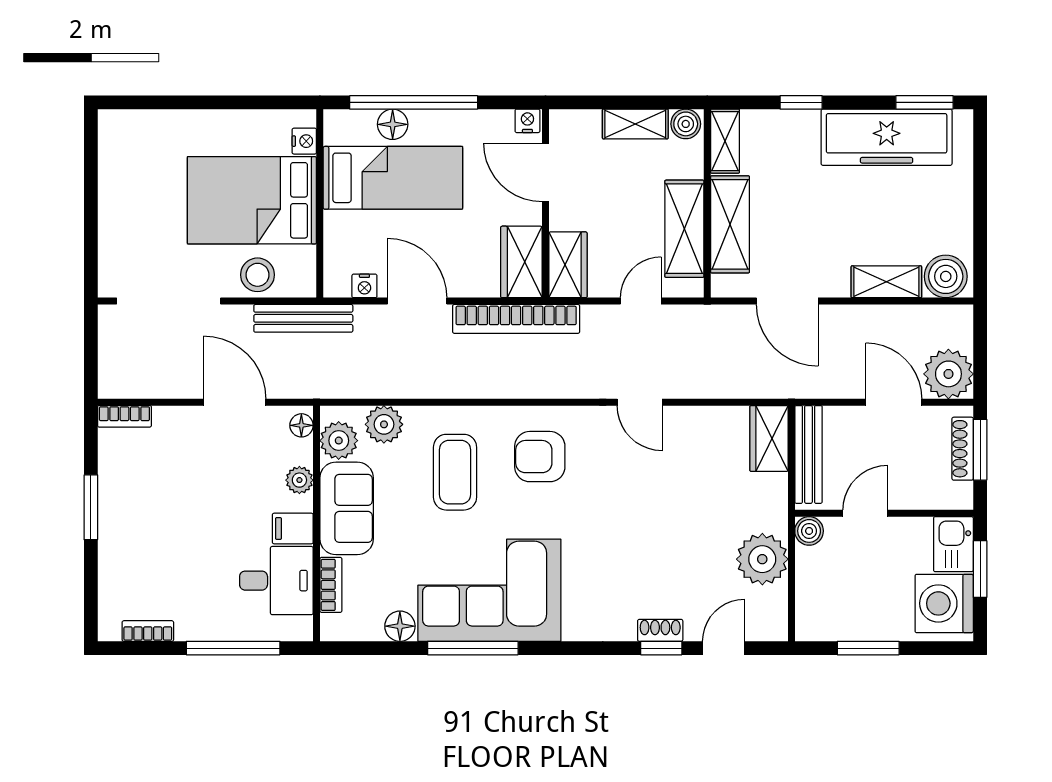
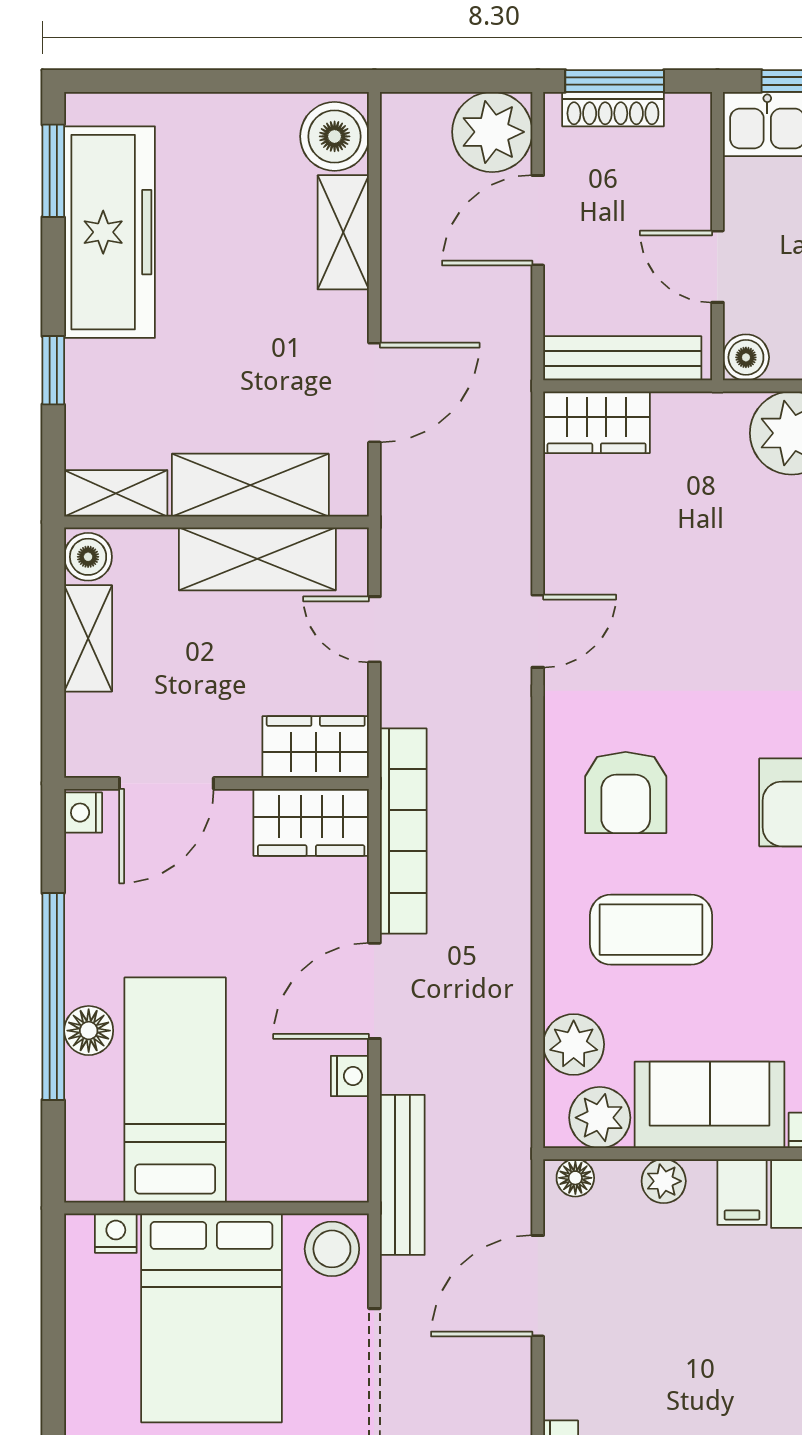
nightstand: (304, 141) -> (116, 1233), moved
bed: (393, 178) -> (175, 1090), moved
bed: (252, 200) -> (212, 1318), moved
wall: (320, 203) -> (217, 1208), moved

